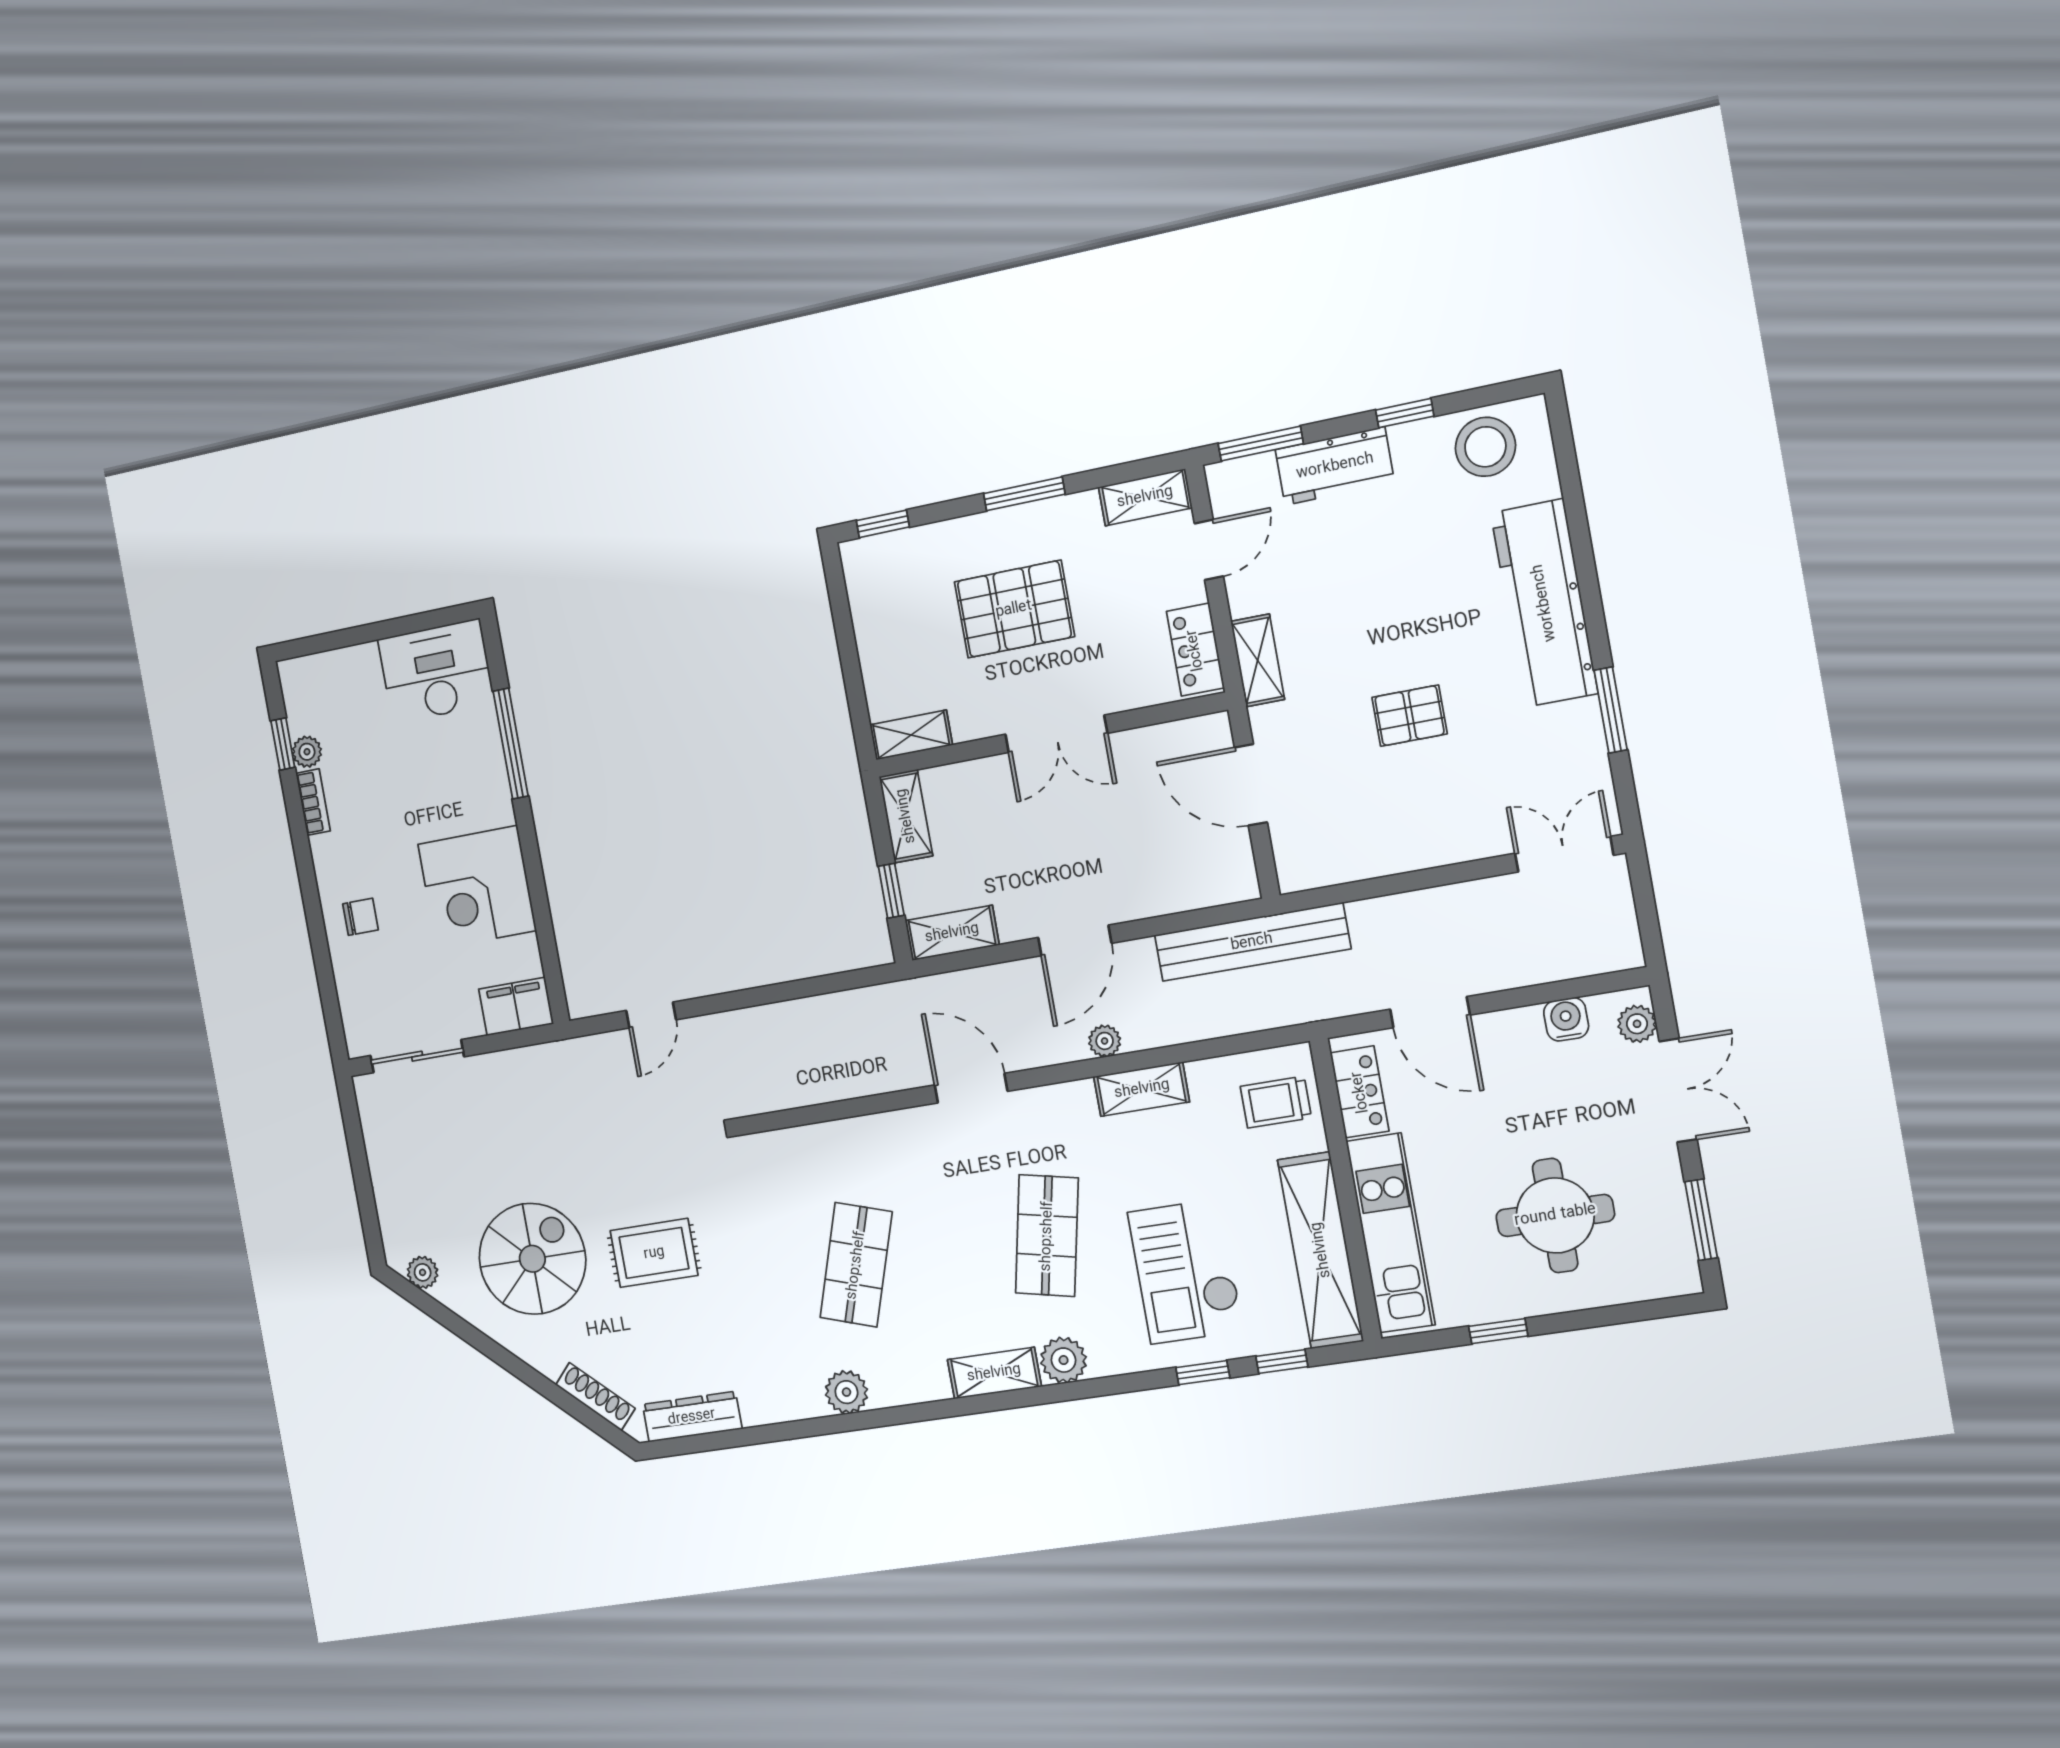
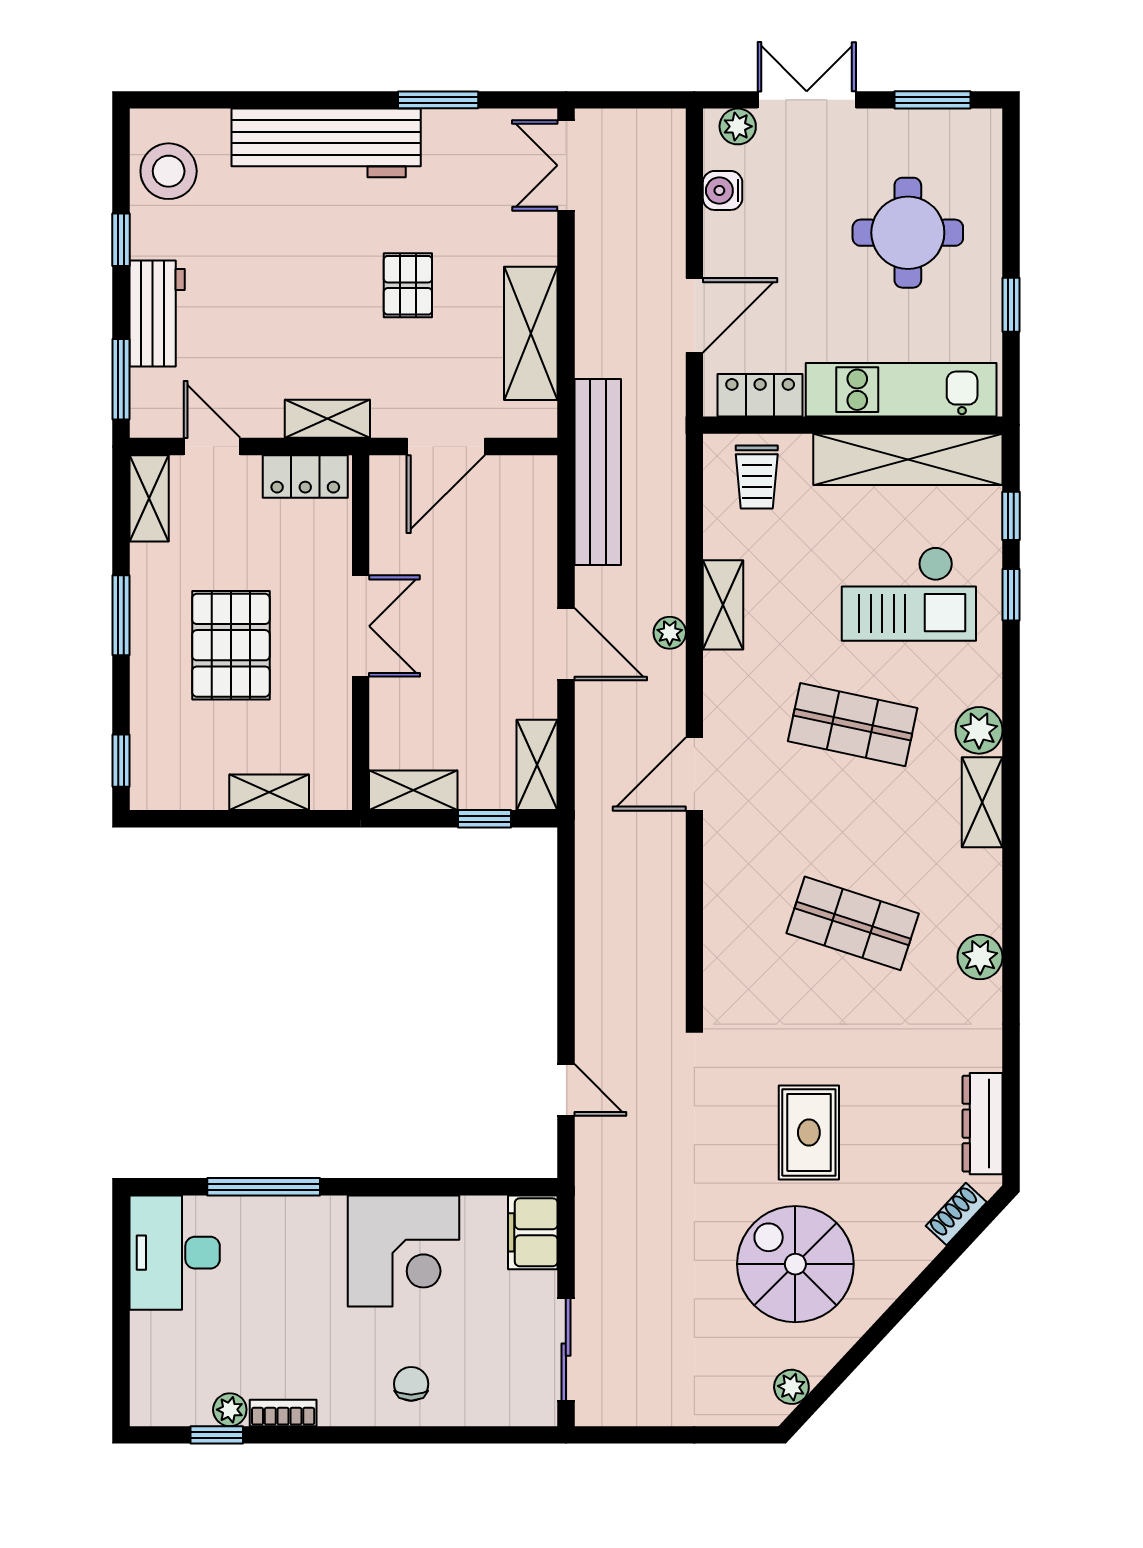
shelving: (911, 735) -> (269, 792), moved, turned 90
shelving: (1382, 850) -> (531, 333), added
shoe rack: (595, 1397) -> (956, 1214), width x0.70

